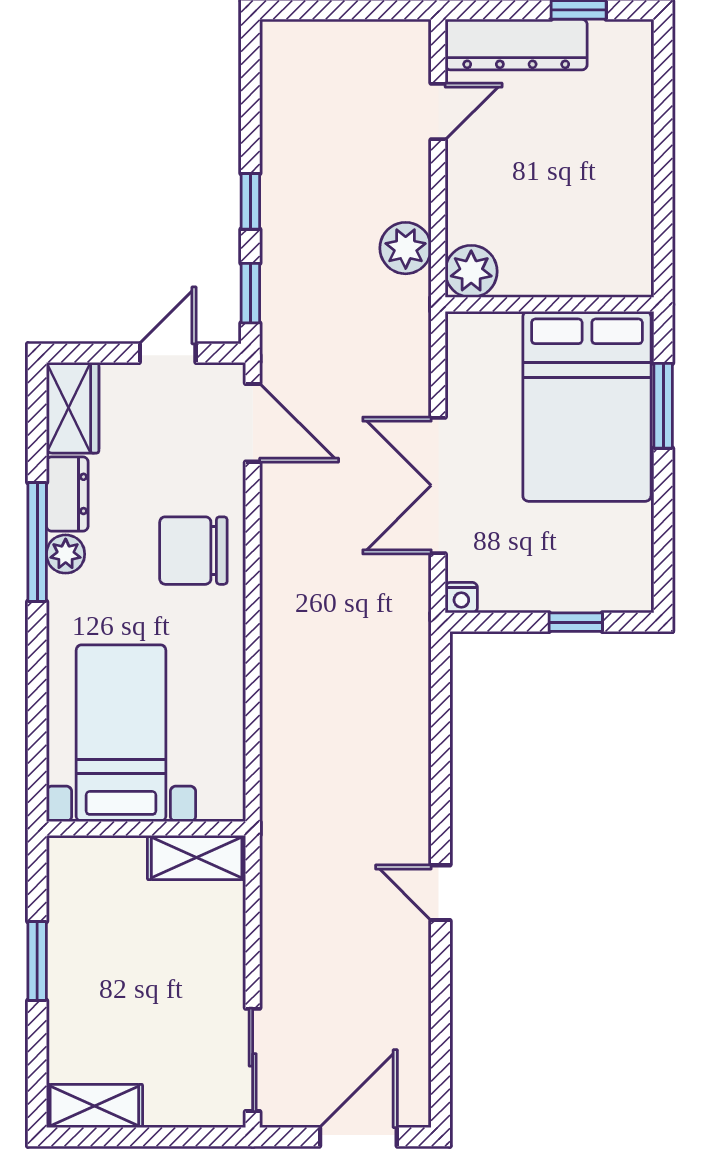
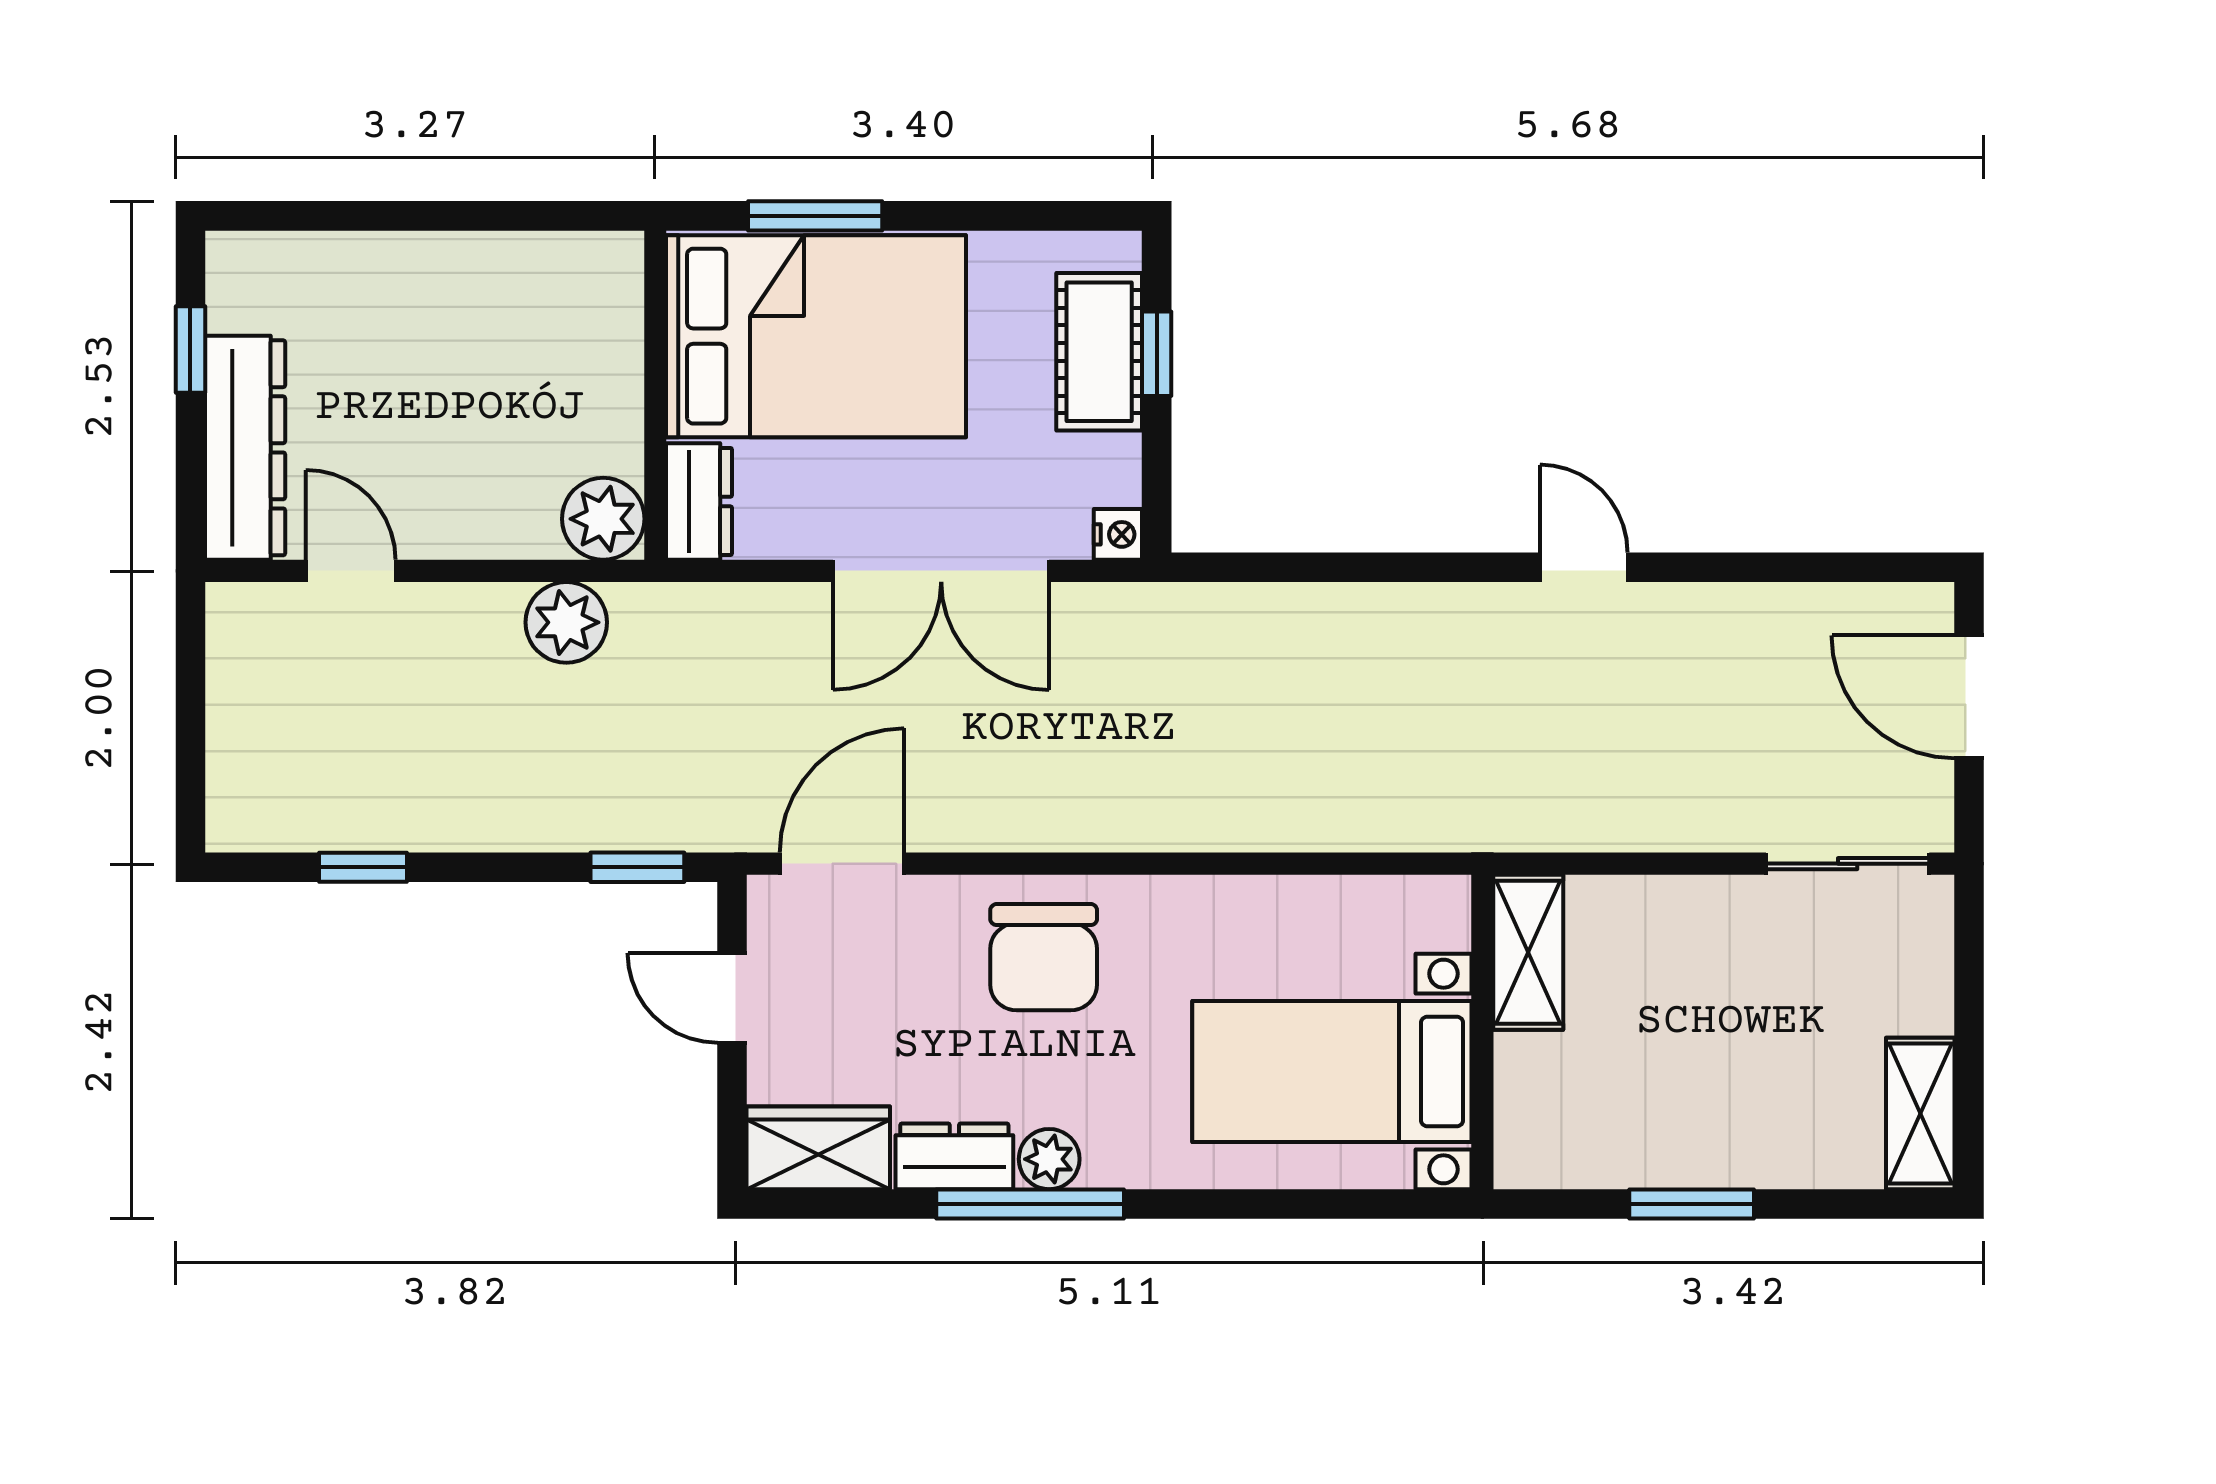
window: (250, 201) -> (363, 867), moved
dresser: (482, 332) -> (699, 502), added
cot: (577, 586) -> (1099, 352), added
door: (441, 893) -> (1584, 567), swing flipped

